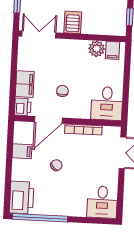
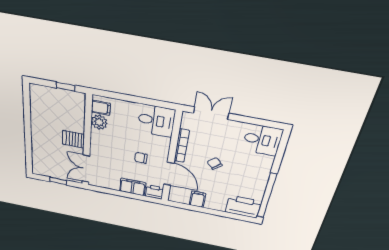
chair: (56, 165) -> (215, 163), moved

